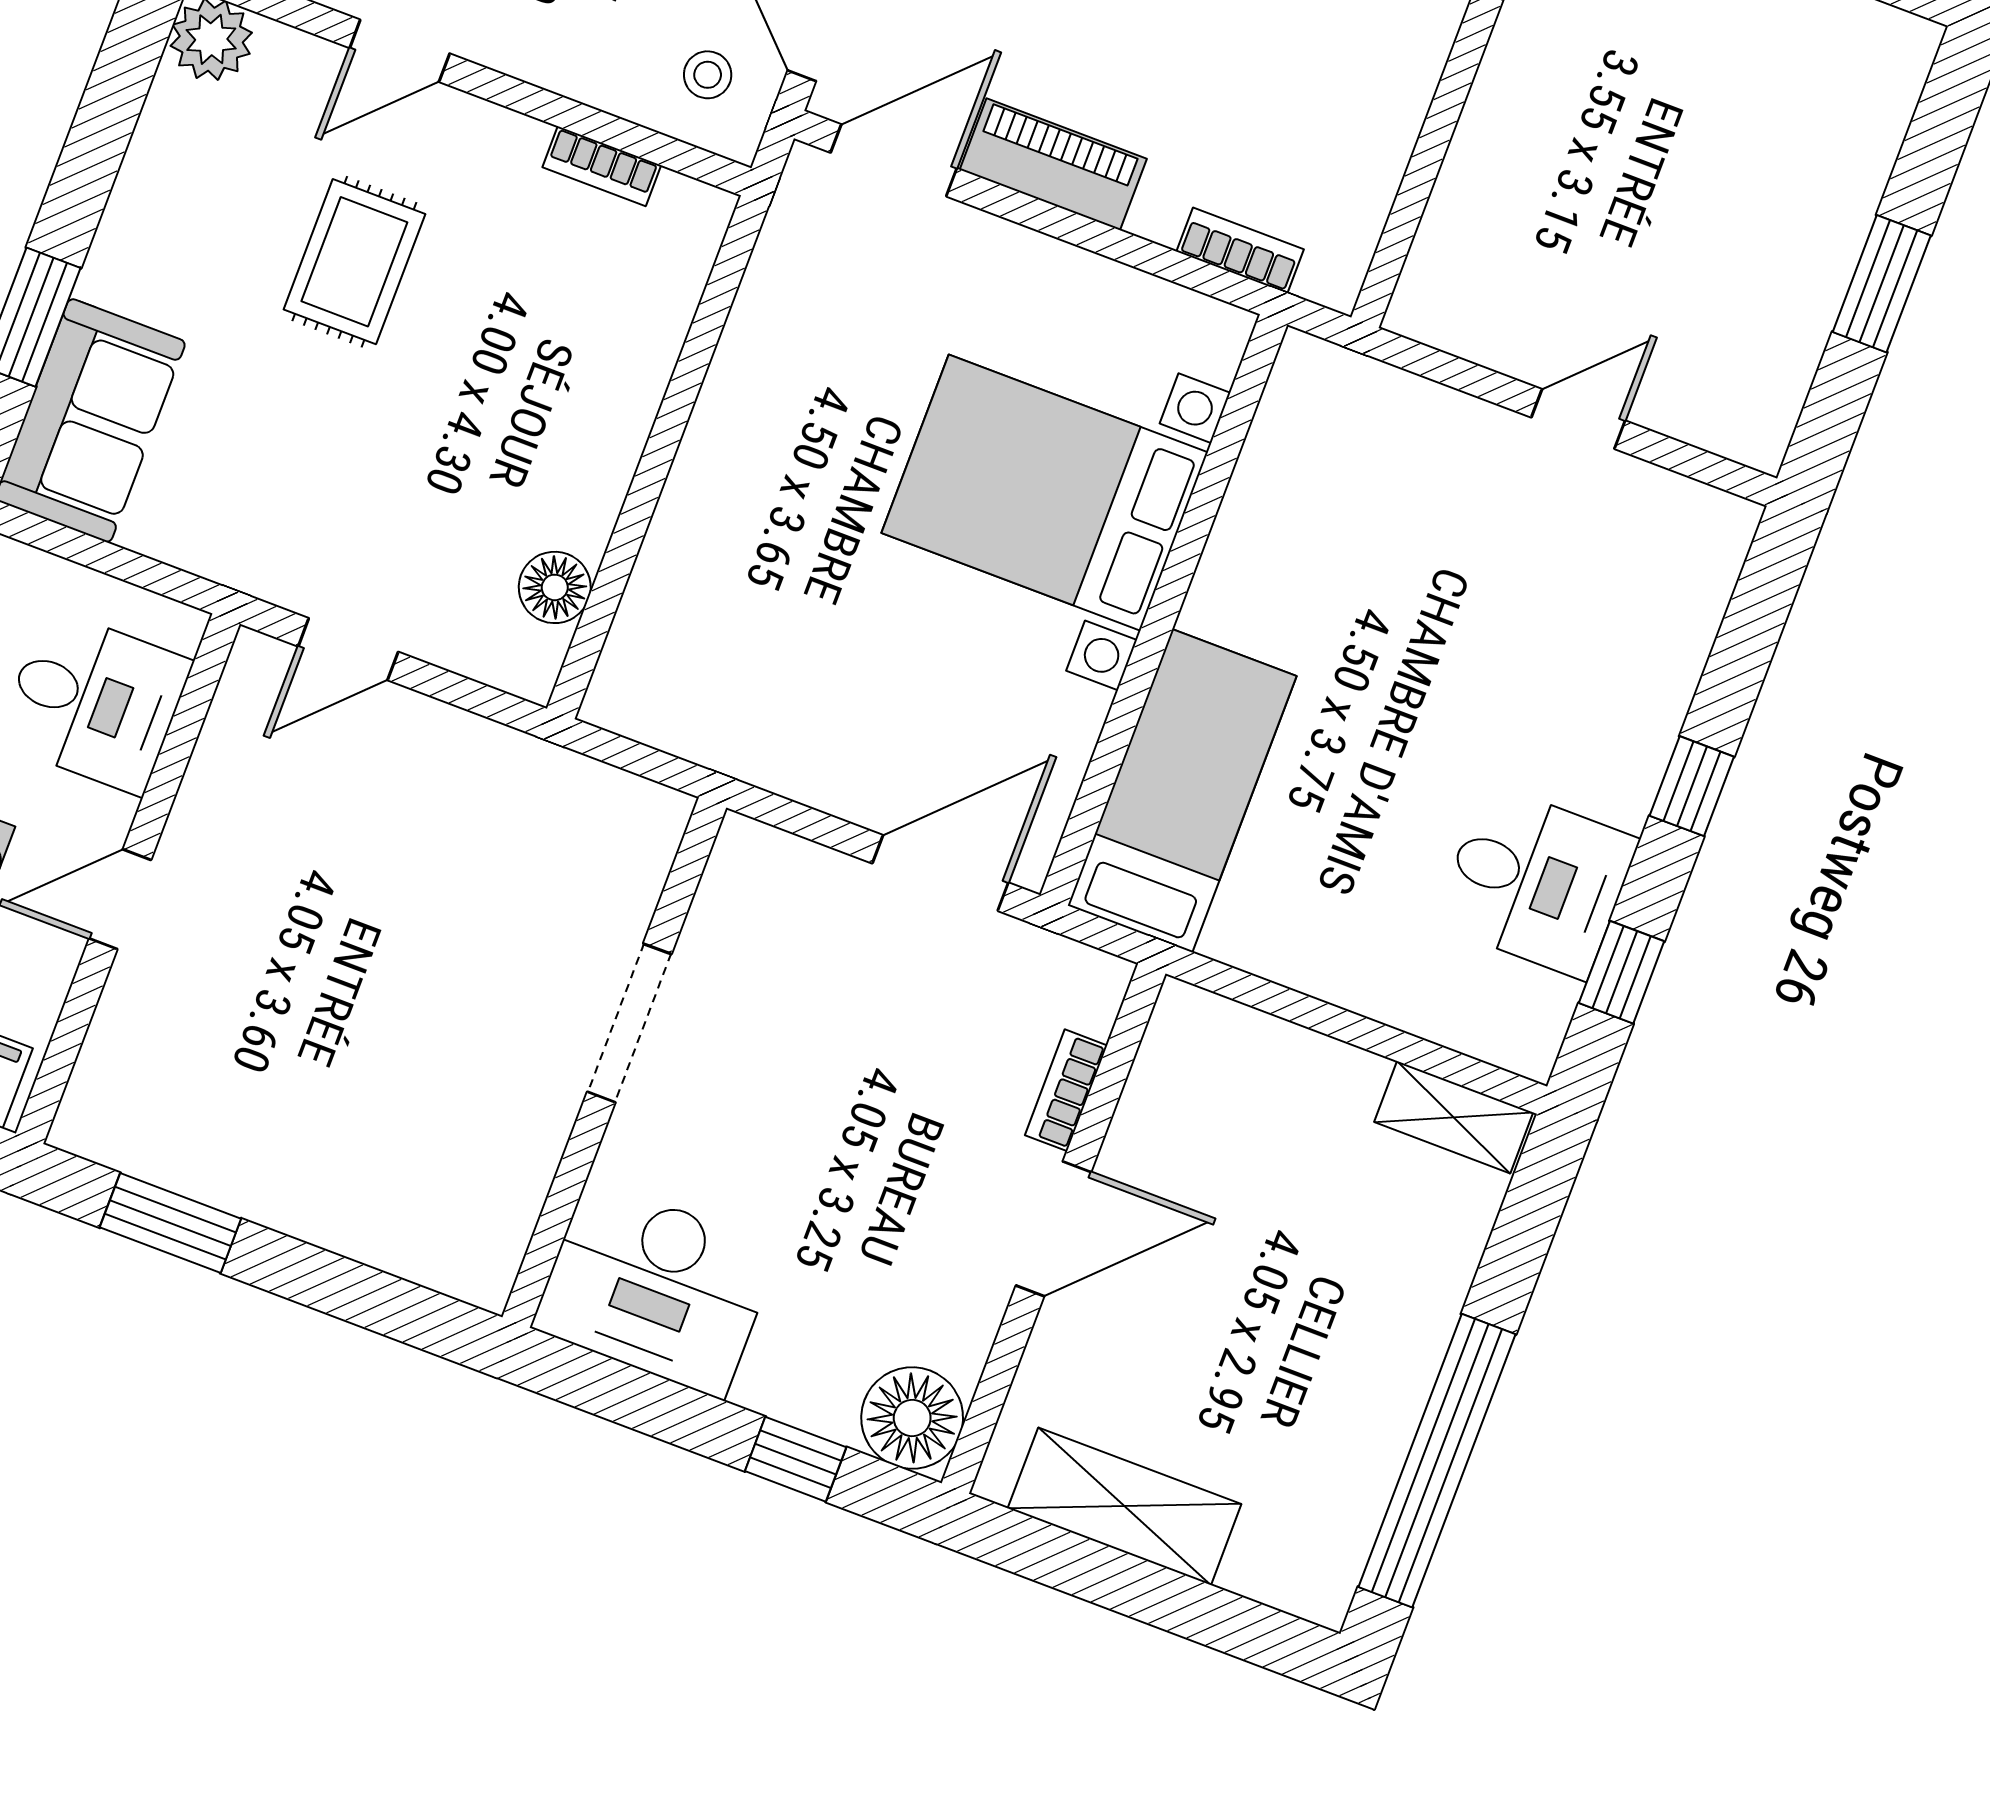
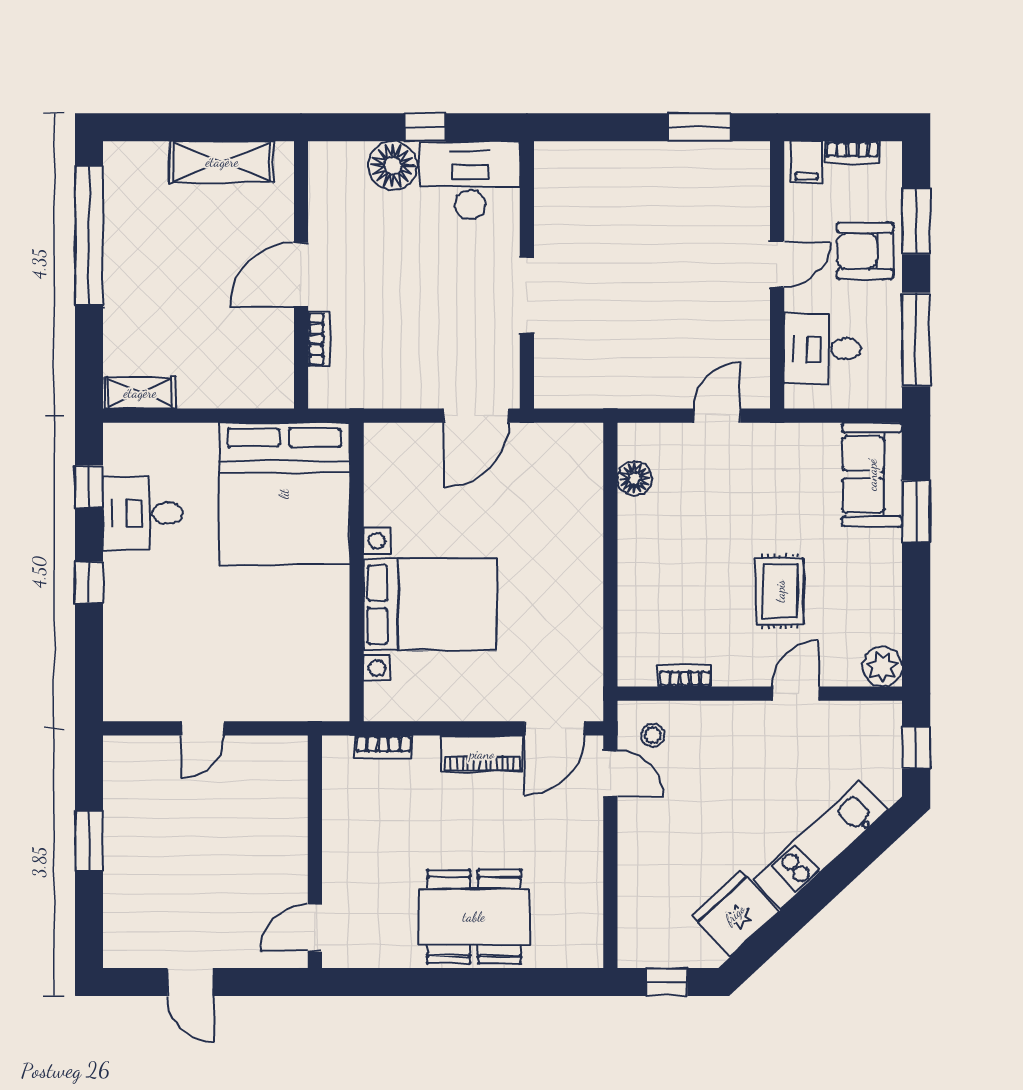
bed: (1182, 791) -> (284, 494), width x2.04
door: (940, 873) -> (476, 416), moved
floor lamp: (912, 1418) -> (393, 166), moved
window: (796, 1459) -> (425, 127), moved

